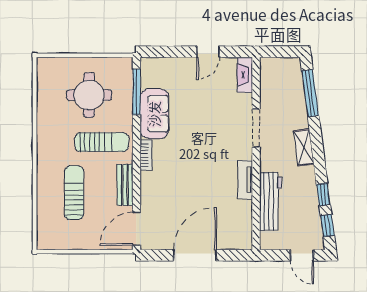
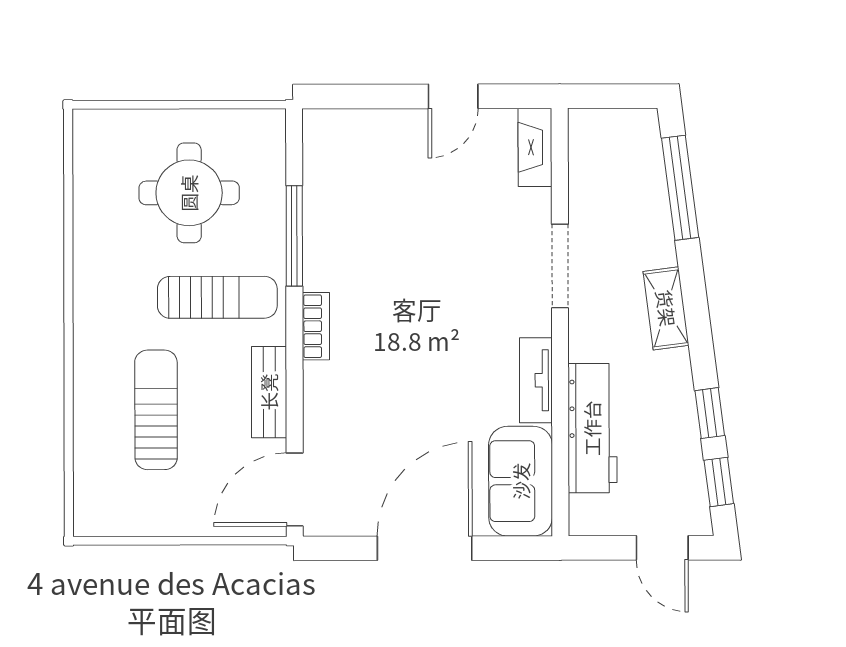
window: (136, 92) -> (294, 236), moved
sofa: (154, 114) -> (521, 481), moved, turned 180

